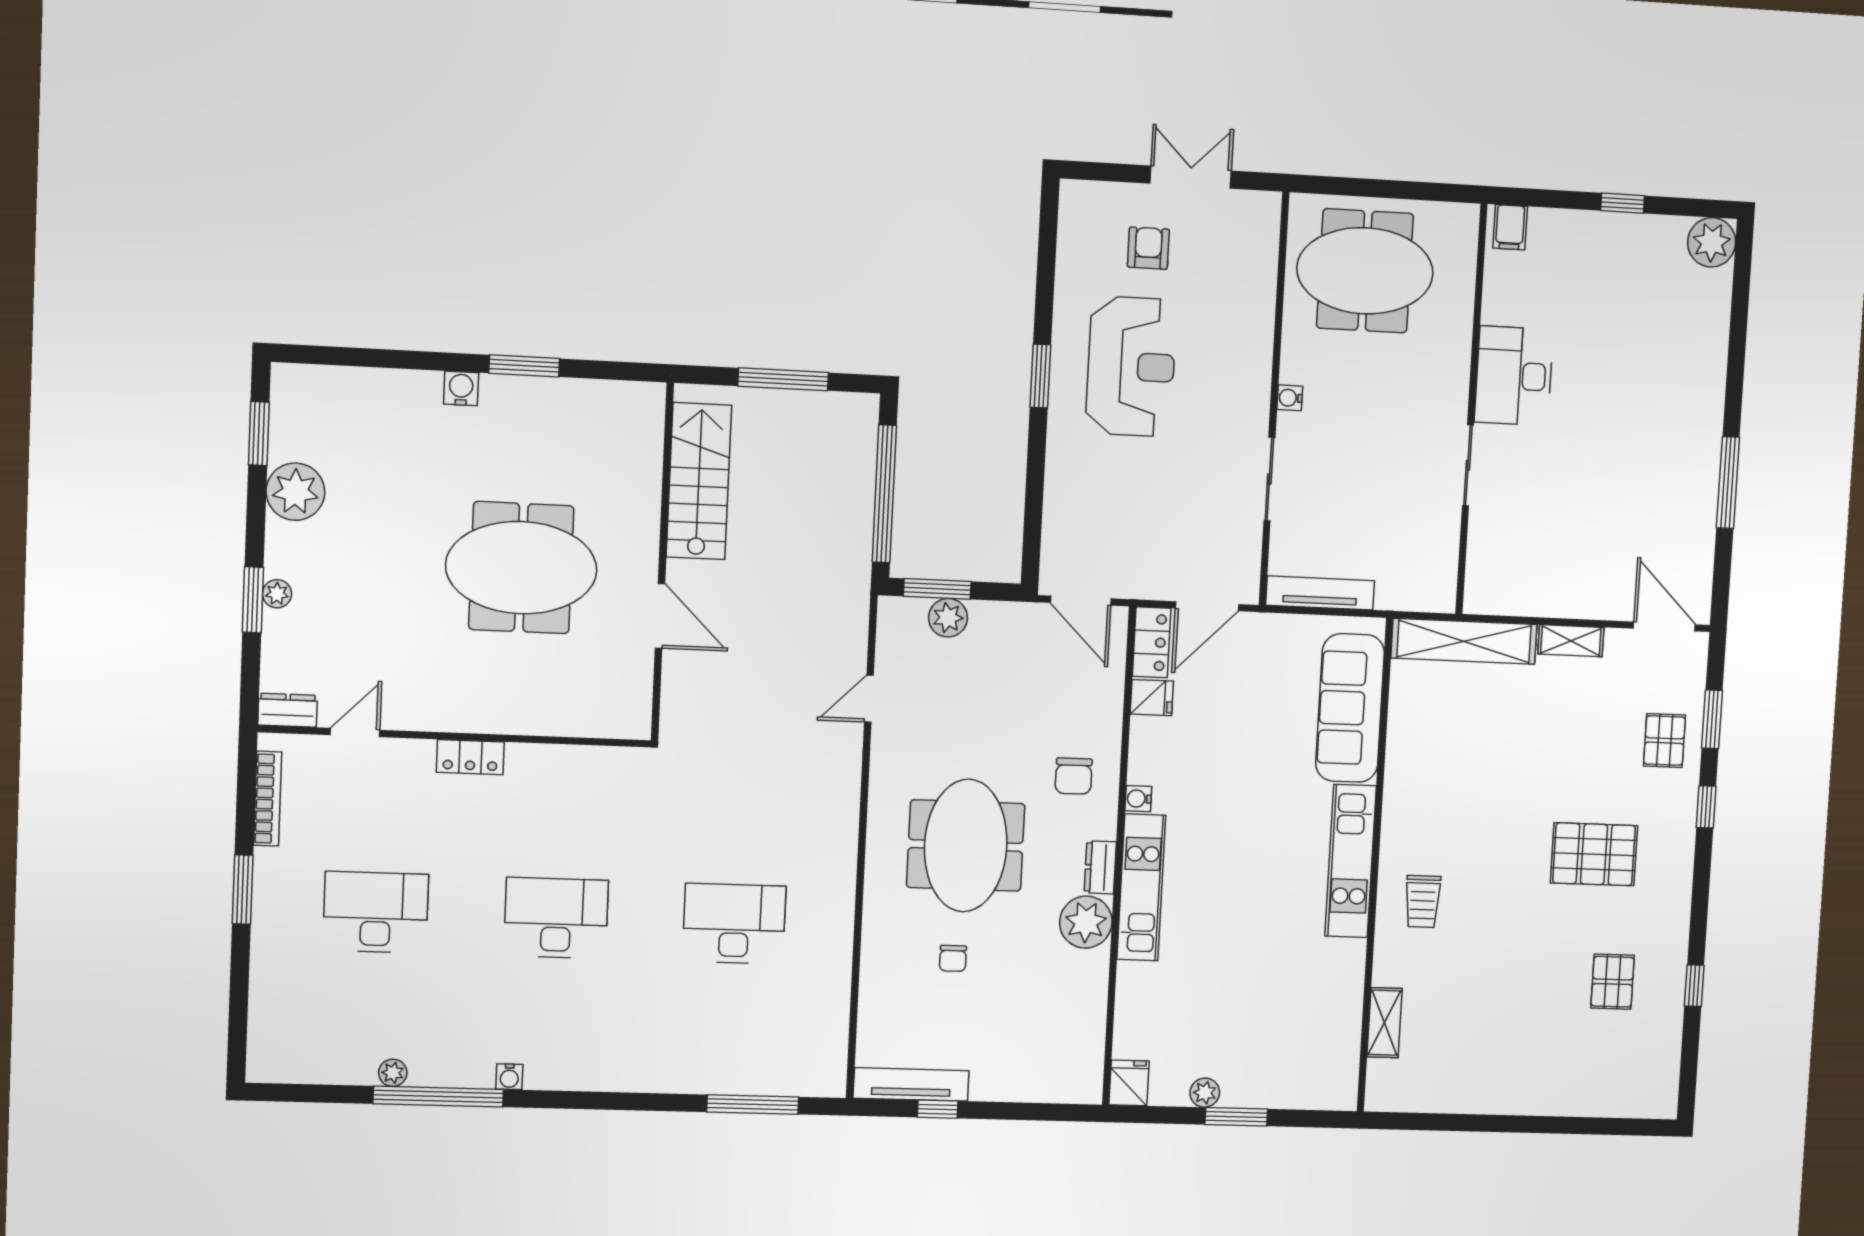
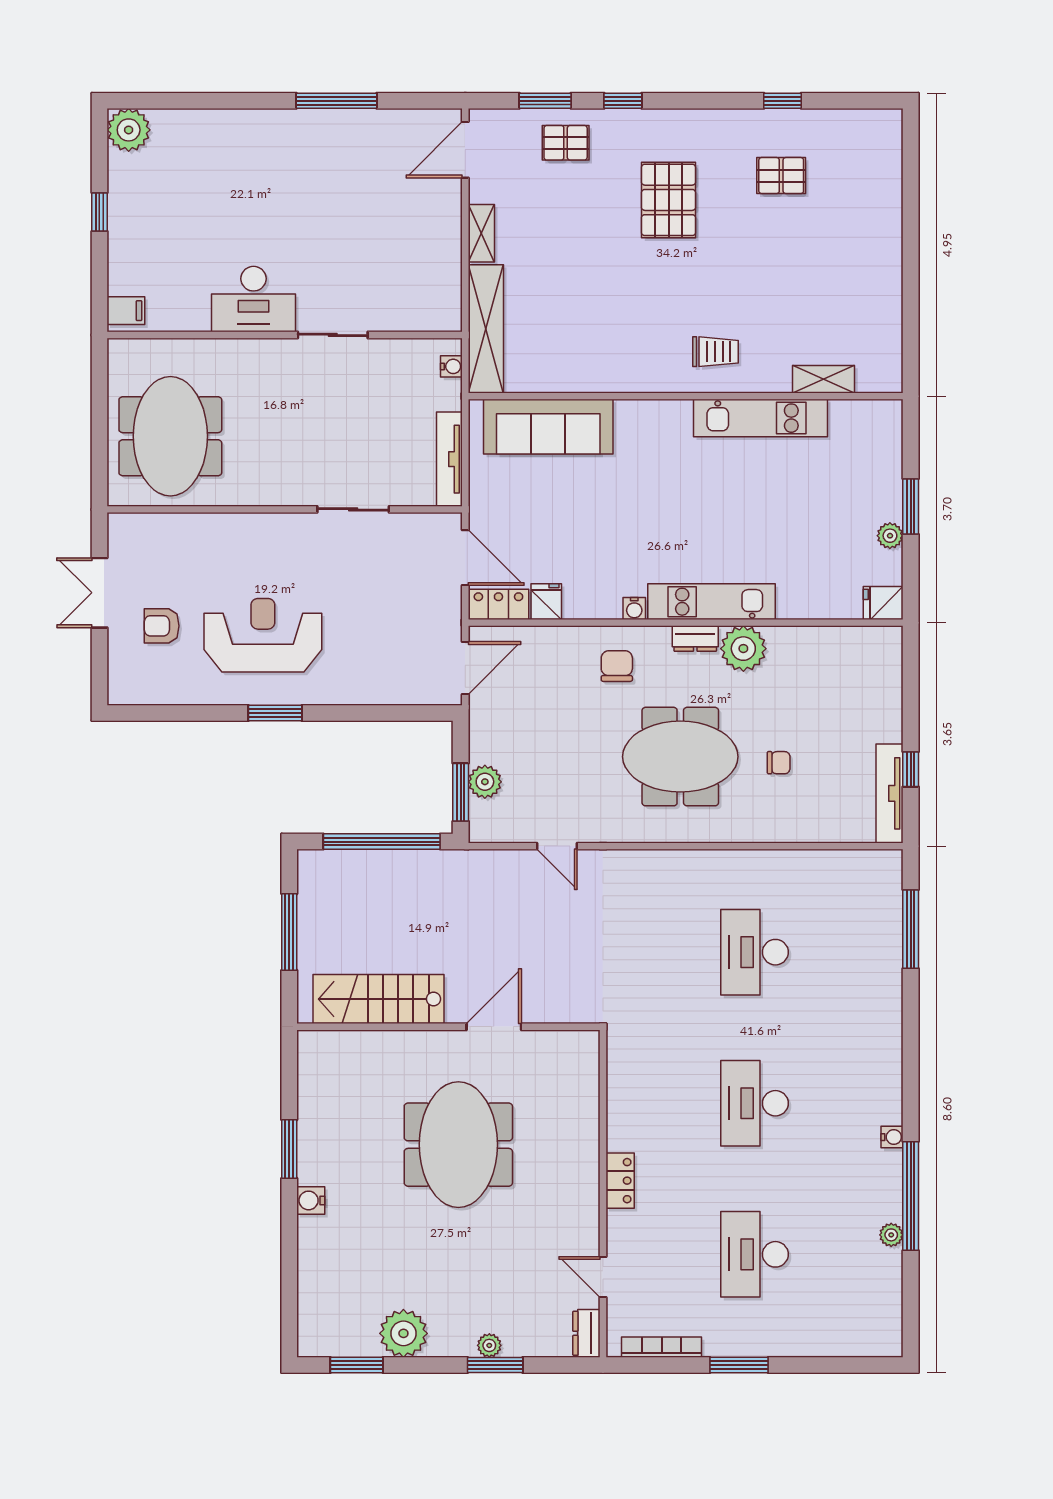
water cooler: (1290, 398) -> (451, 366), moved, turned -90
chair: (1074, 776) -> (617, 666), turned -90
kitchen unit: (1351, 861) -> (761, 418), moved

